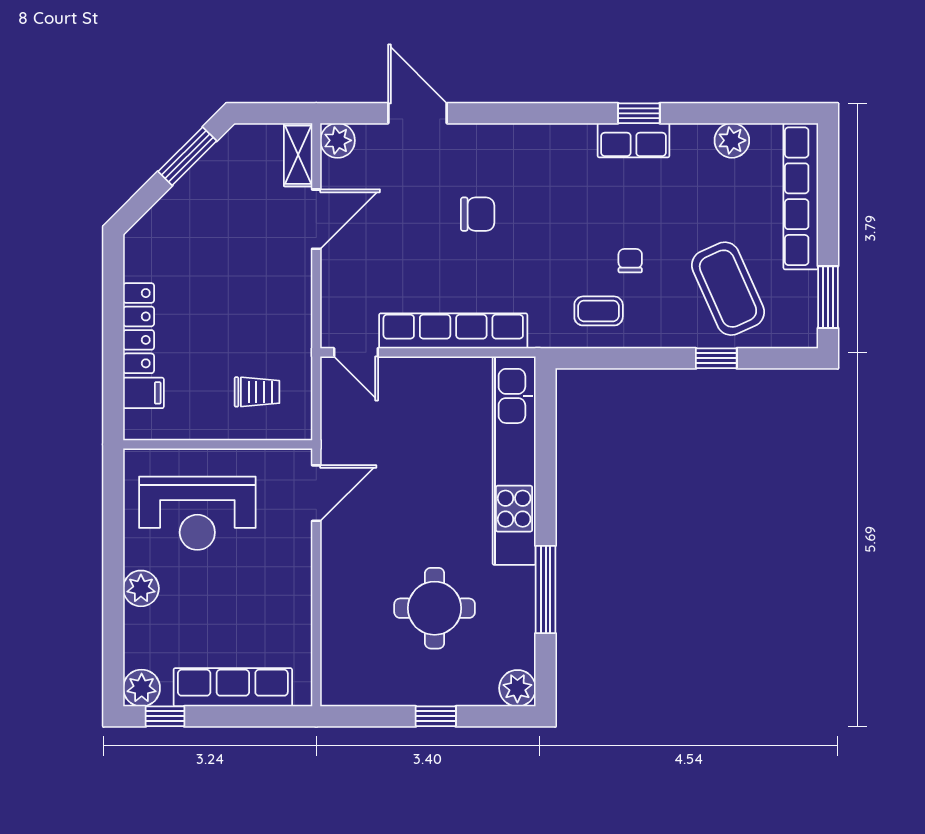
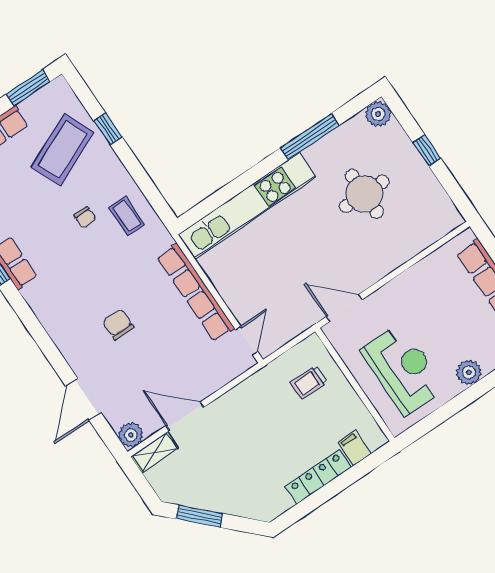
chair: (630, 261) -> (85, 217), turned -90
trolley: (257, 392) -> (309, 382), turned -90

